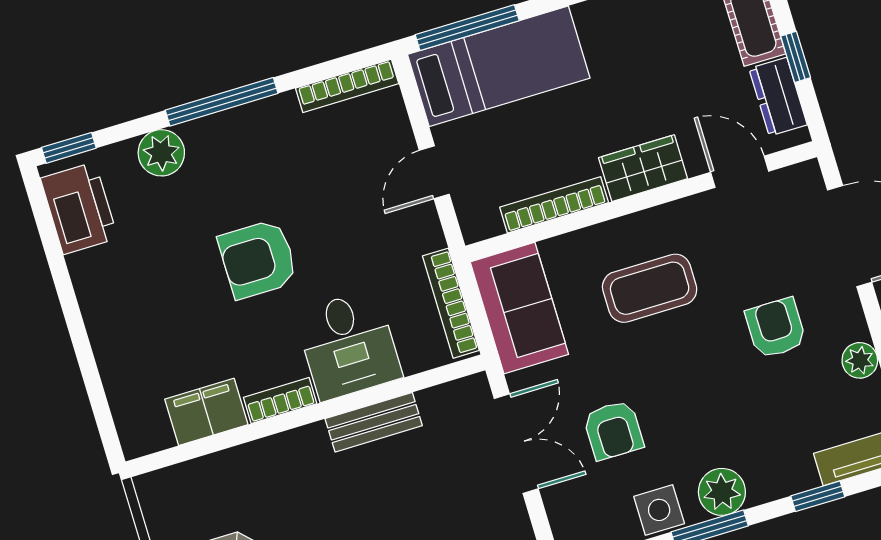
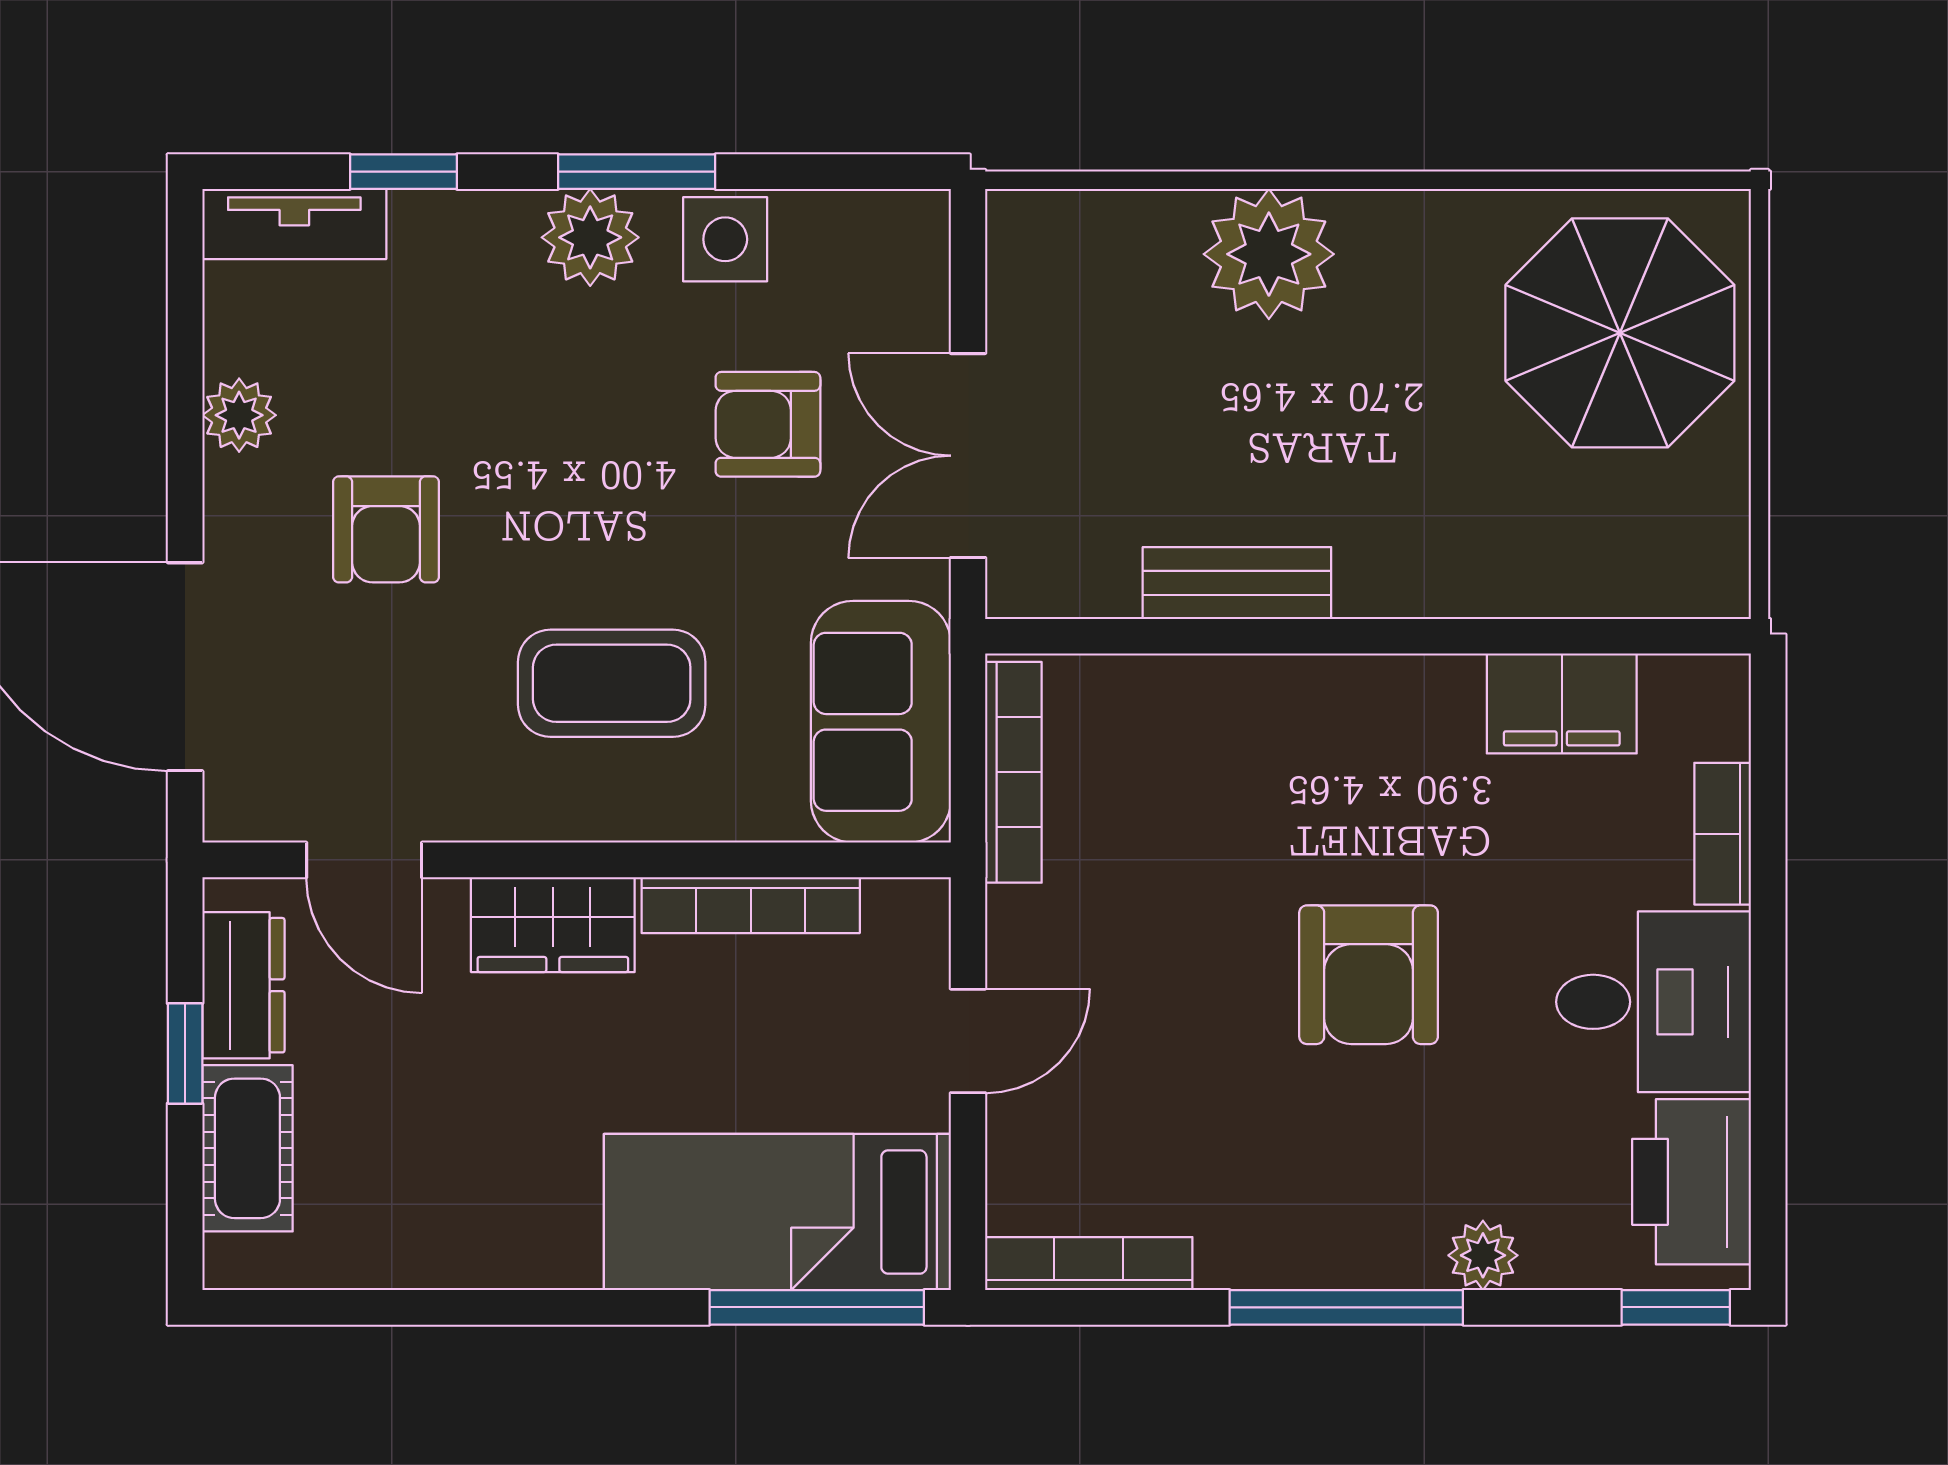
plant: (161, 153) -> (1483, 1255), width x0.73, depth x0.73
armchair: (258, 259) -> (1369, 975), turned 90
desk: (348, 345) -> (1654, 1002), moved, turned 90
bookcase: (280, 401) -> (1723, 834), moved, turned 90
armchair: (613, 430) -> (768, 424), turned -90

